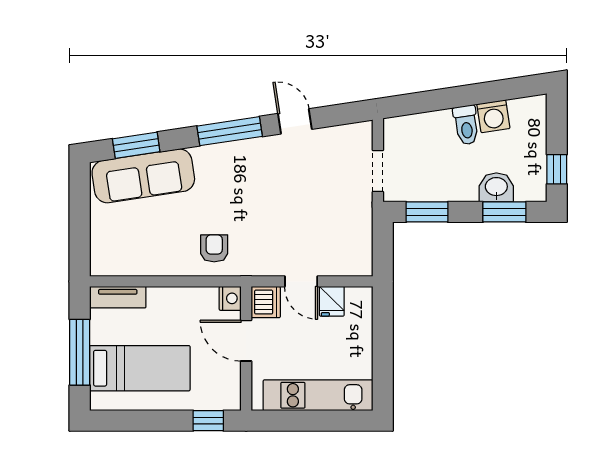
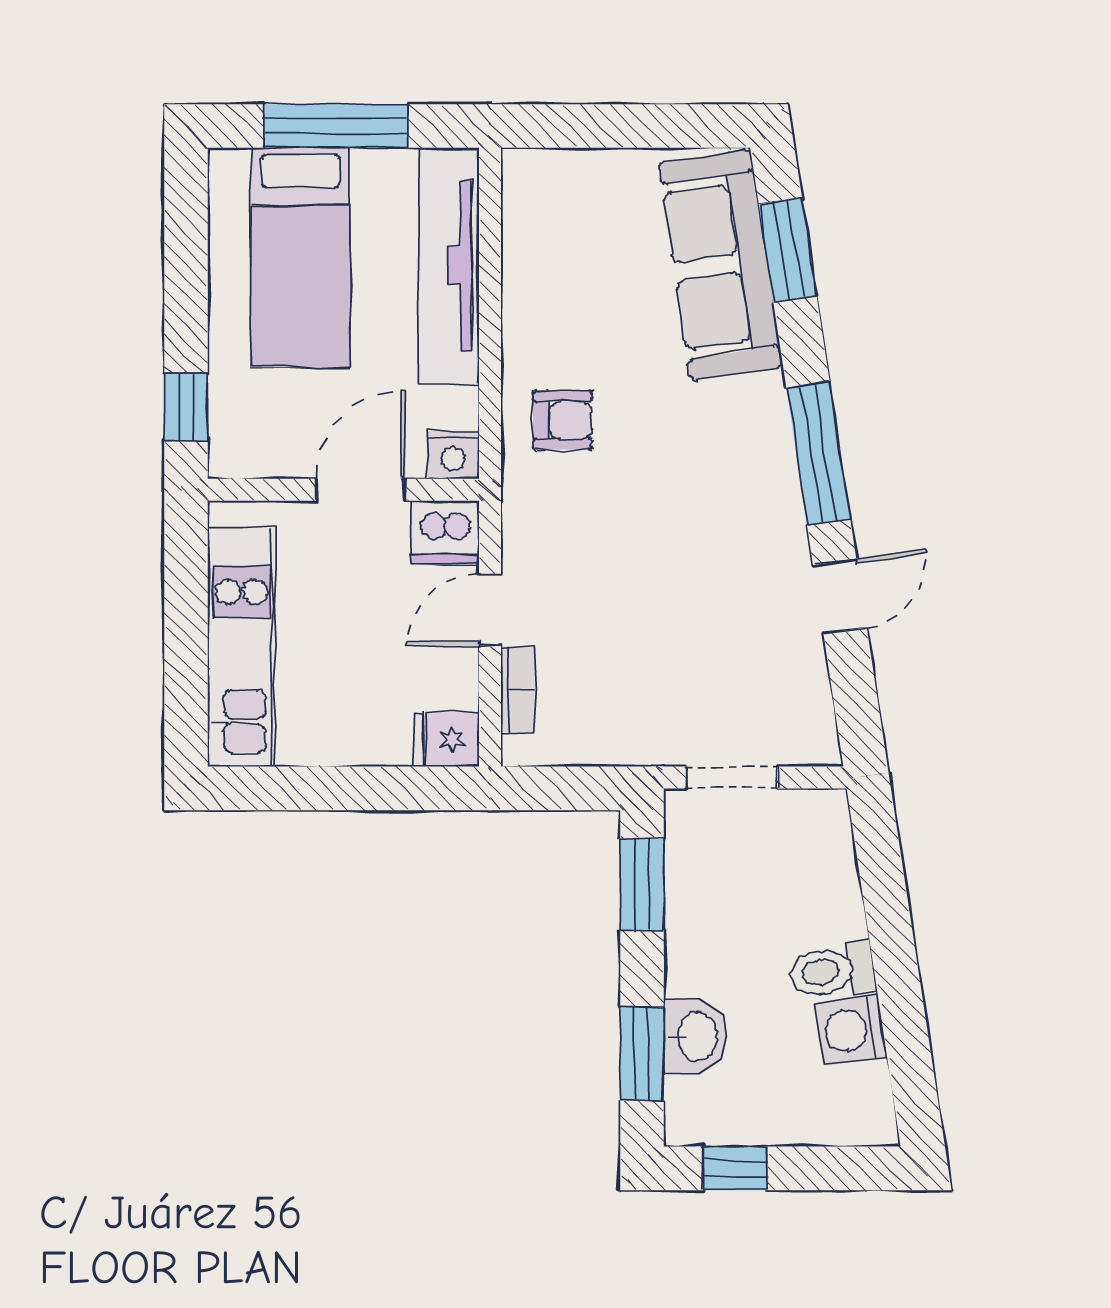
bookcase: (338, 269) -> (518, 690), added
tv unit: (118, 297) -> (449, 266), width x1.92, depth x1.29
fridge: (332, 301) -> (447, 739), moved

